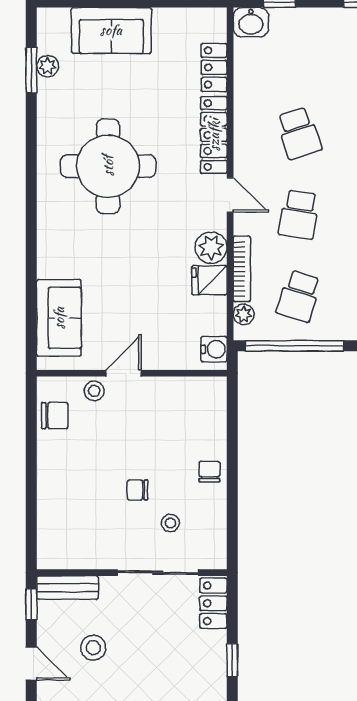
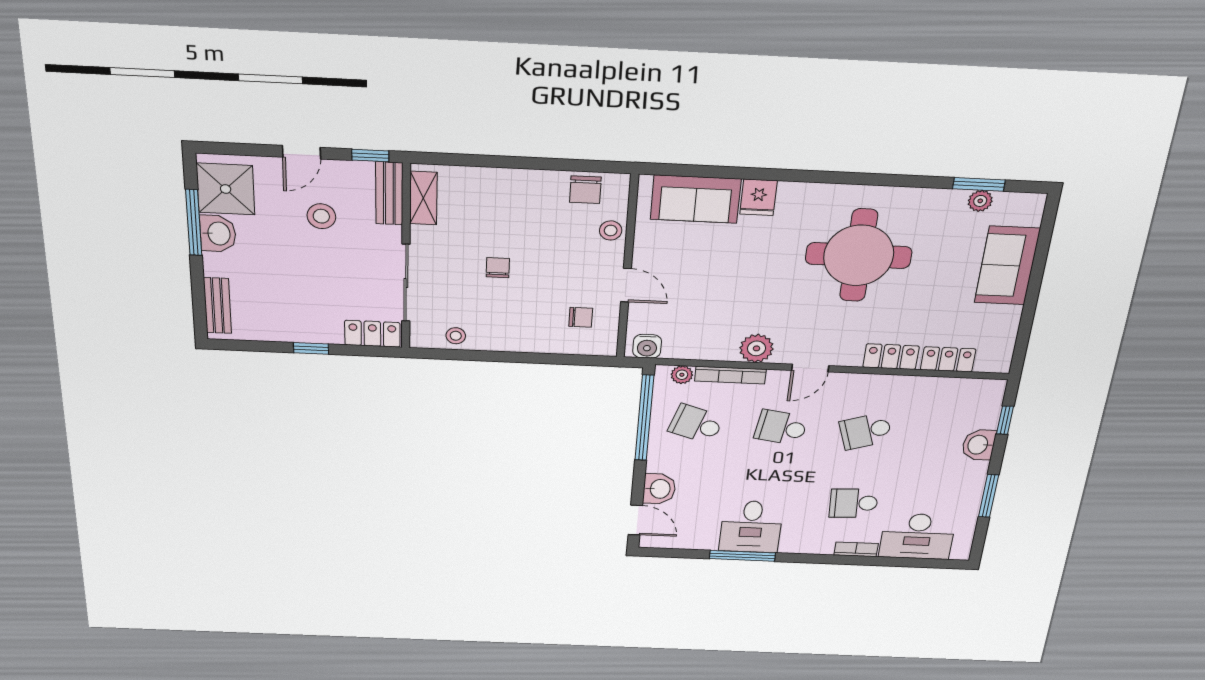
washbasin: (251, 22) -> (979, 445), moved
locker: (214, 135) -> (891, 357), width x0.66
fridge: (209, 280) -> (758, 197), moved, turned 180
door: (123, 373) -> (626, 285), moved
chair: (209, 471) -> (581, 317), moved
stool: (170, 523) -> (456, 336), moved
shelving: (71, 558) -> (423, 198), added

